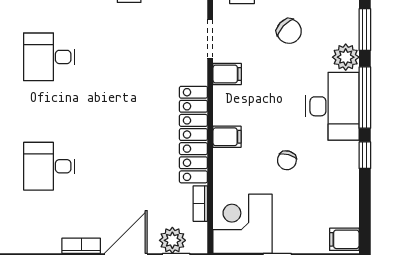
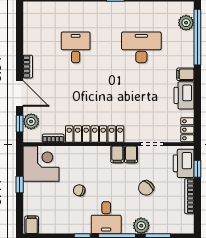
chair: (289, 31) -> (146, 188), moved
desk: (49, 57) -> (141, 47), width x1.37
desk: (332, 106) -> (106, 218), width x0.73
filing cabinet: (227, 137) -> (117, 154), moved

